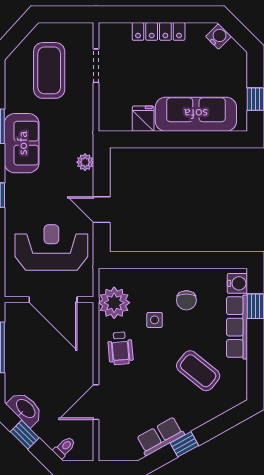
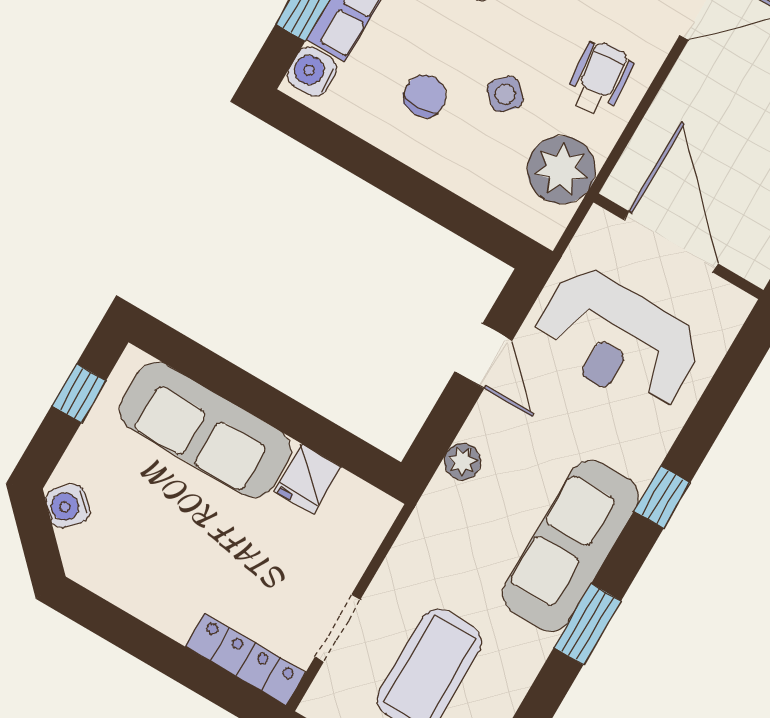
locker: (159, 31) -> (245, 659), moved
water cooler: (218, 36) -> (68, 506), moved
sofa: (22, 143) -> (571, 546), width x1.36
side table: (155, 320) -> (505, 94), turned 45

